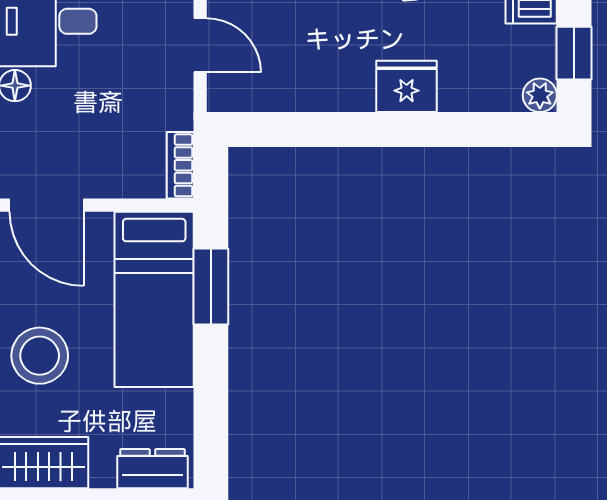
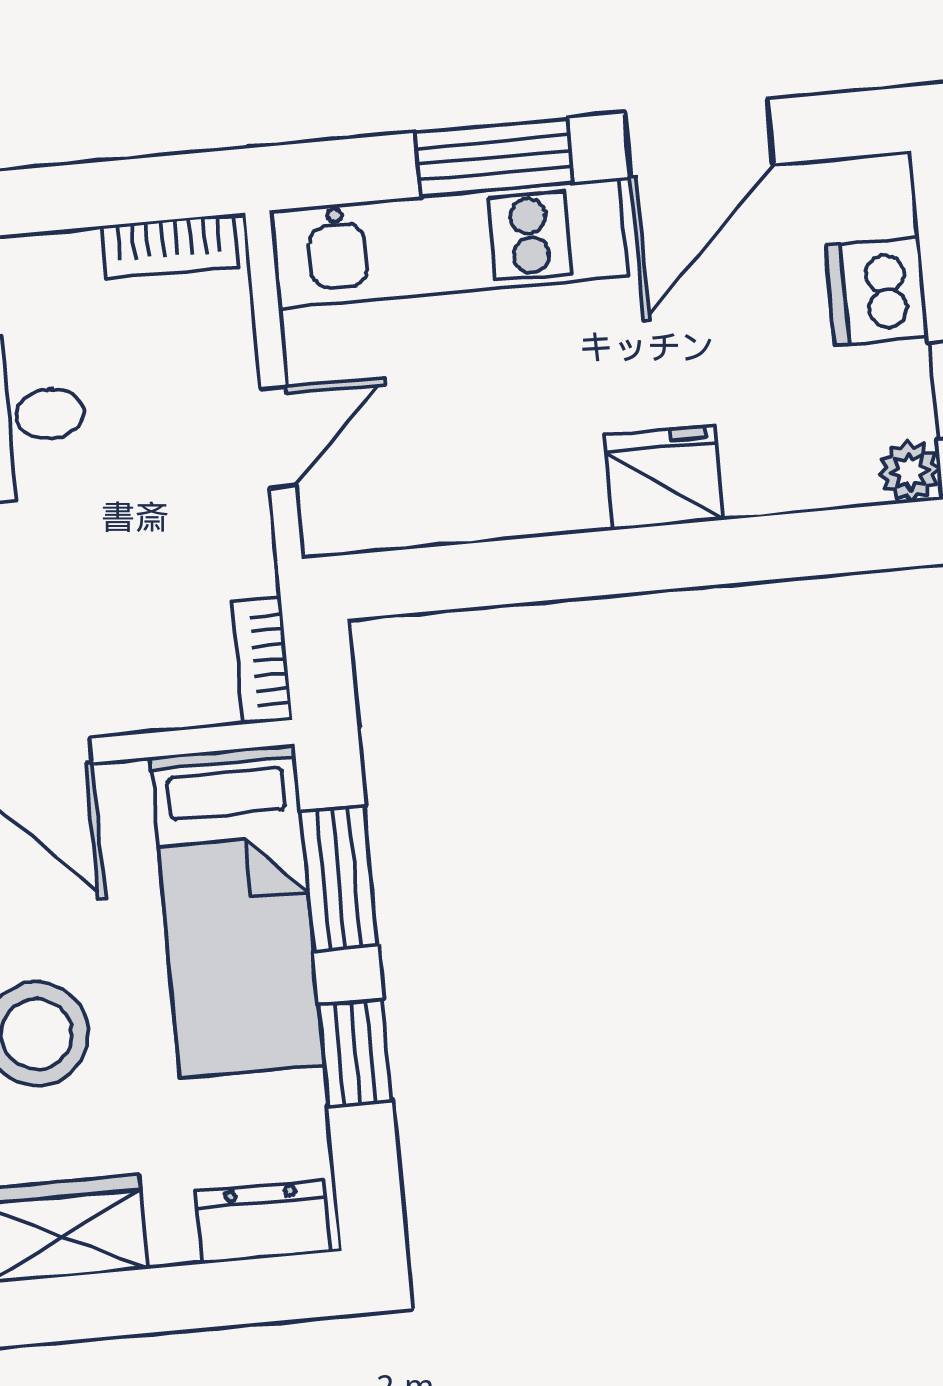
door: (200, 45) -> (278, 437), hinge flipped
window: (211, 382) -> (355, 1053), added

